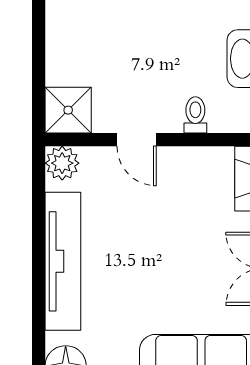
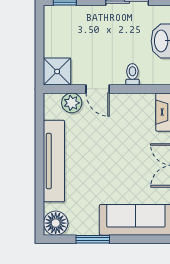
plant: (62, 163) -> (72, 103), moved

